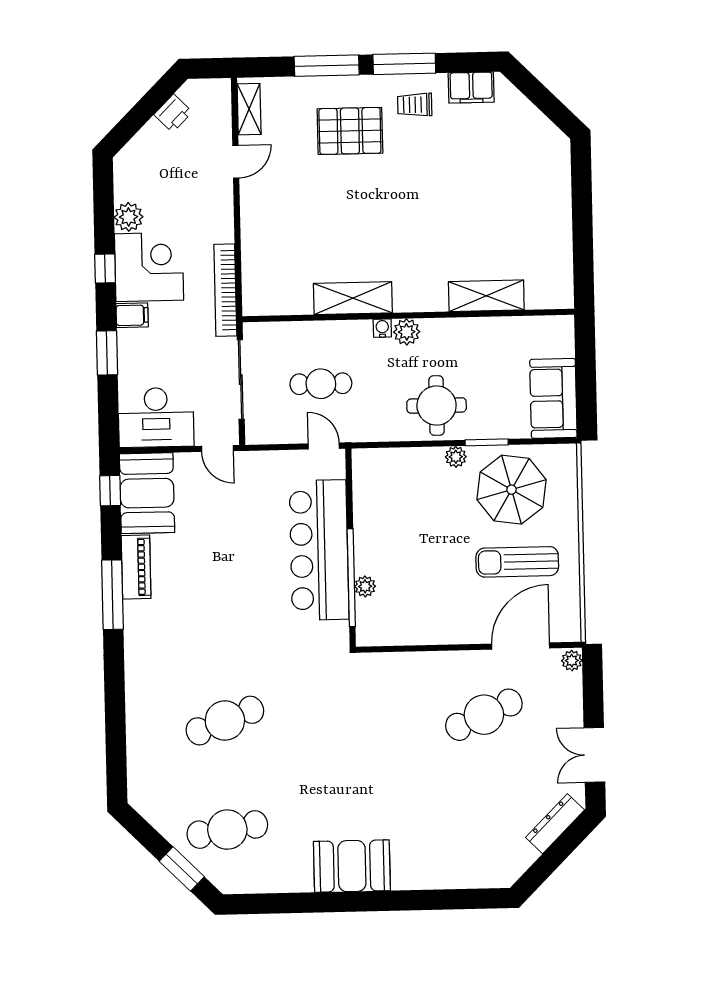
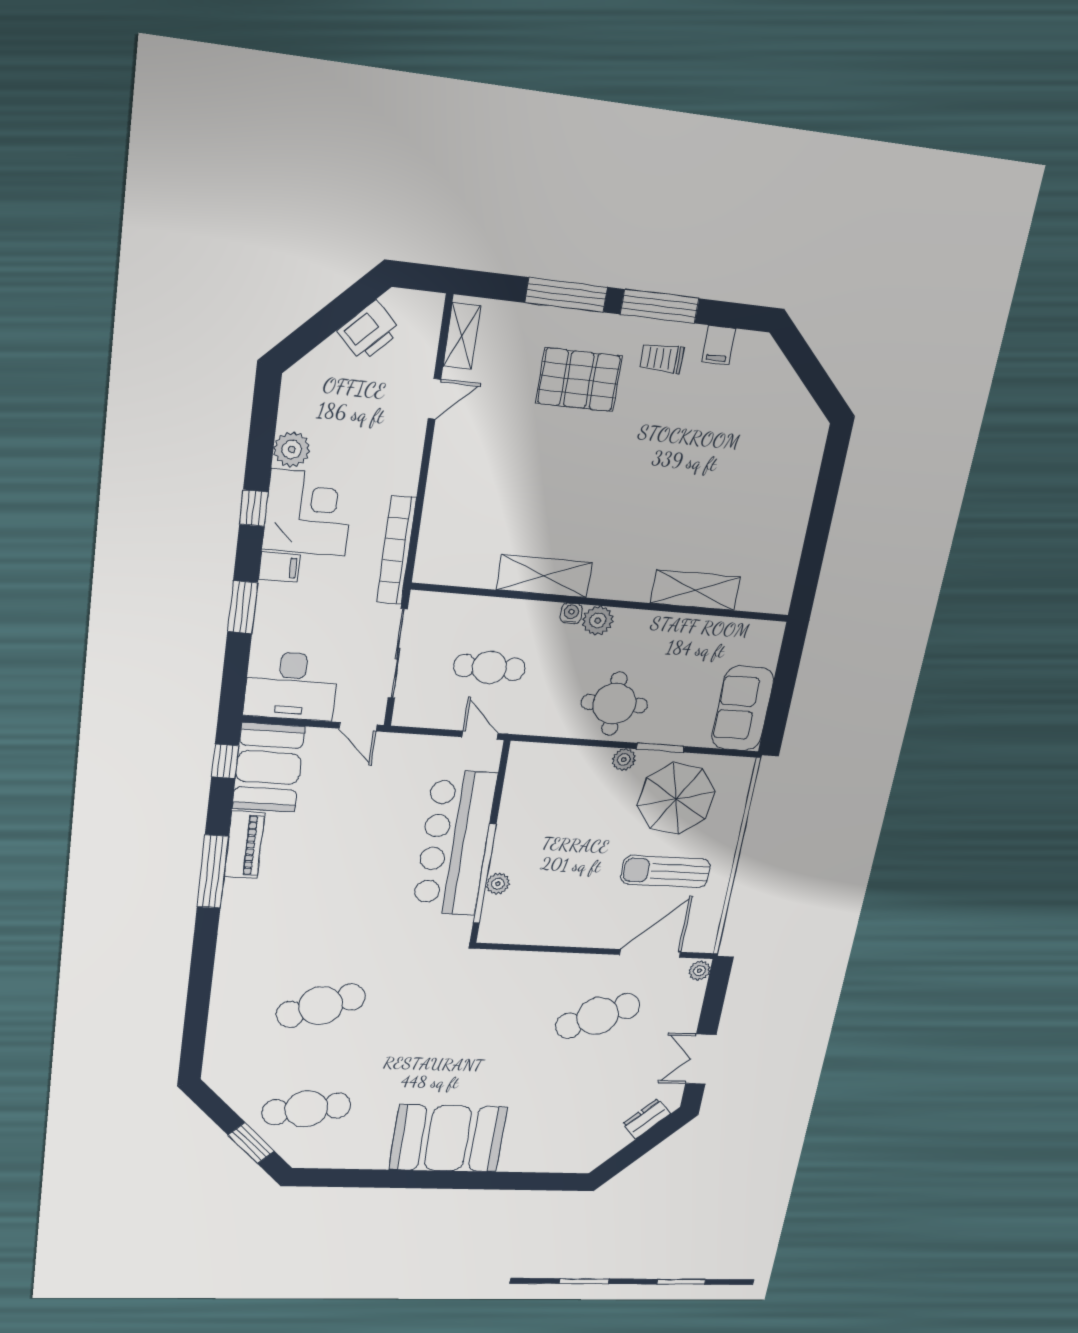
filing cabinet: (471, 88) -> (719, 345), width x0.50
printer: (173, 113) -> (369, 331), width x1.36, depth x1.24
dresser: (555, 824) -> (647, 1119), width x0.70
booth: (352, 866) -> (448, 1138), width x1.36, depth x1.42

